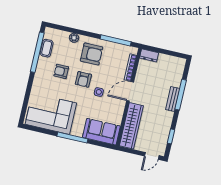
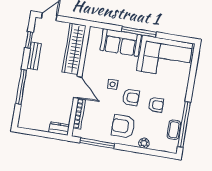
armchair: (83, 79) -> (131, 97), turned 90
door: (130, 91) -> (78, 87), hinge flipped
bench: (173, 99) -> (34, 56), moved
sofa: (101, 132) -> (121, 43), moved

